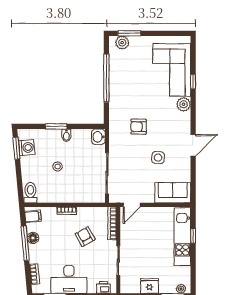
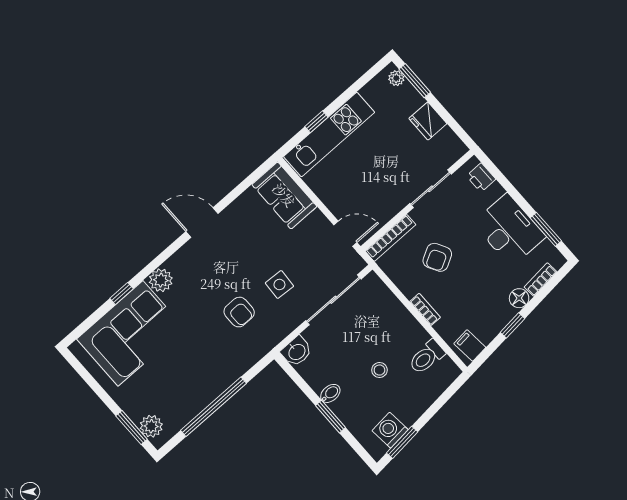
side table: (158, 158) -> (279, 284), moved
toilet: (30, 193) -> (427, 357), moved
floor lamp: (33, 238) -> (519, 298), moved
window: (25, 243) -> (512, 325), width x0.46

